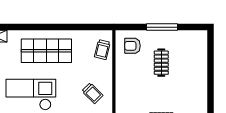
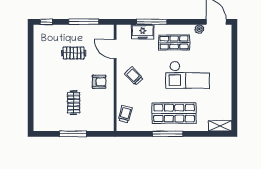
window: (53, 27) -> (168, 134), added
armchair: (133, 46) -> (99, 82), moved

